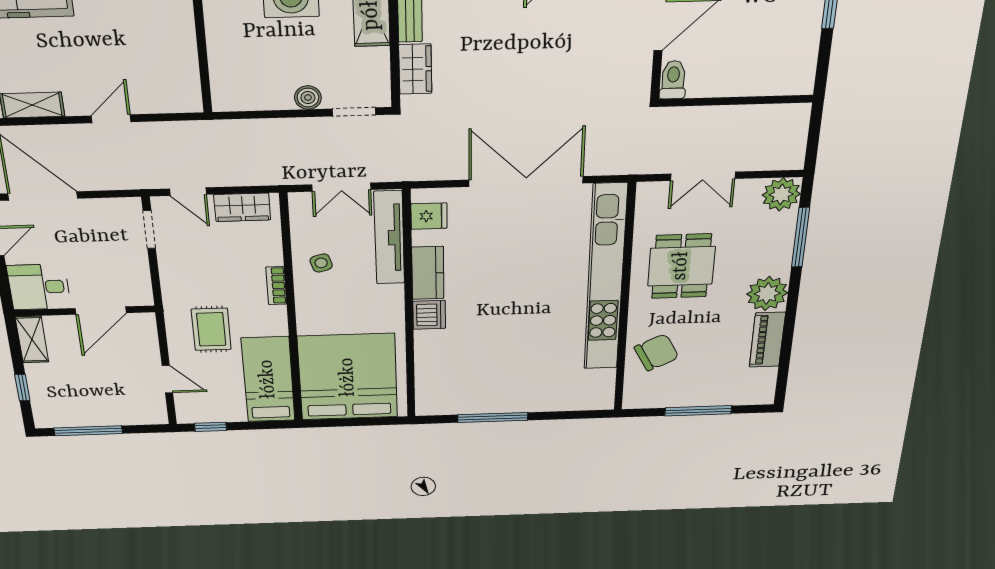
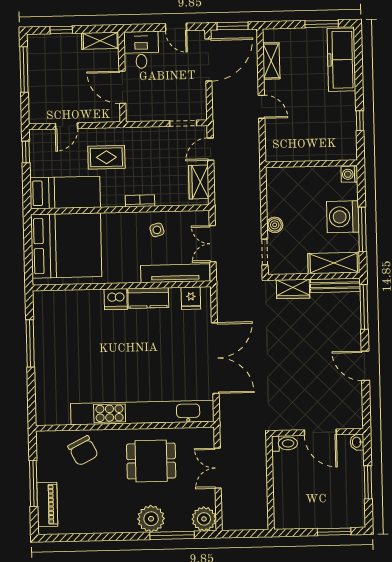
plant: (767, 294) -> (151, 519), moved
piano: (767, 340) -> (47, 504), moved, turned 90

